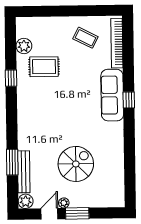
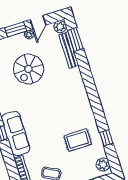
plant: (24, 46) -> (103, 165), moved
window: (11, 78) -> (106, 138), moved
window: (12, 162) -> (76, 40), moved

